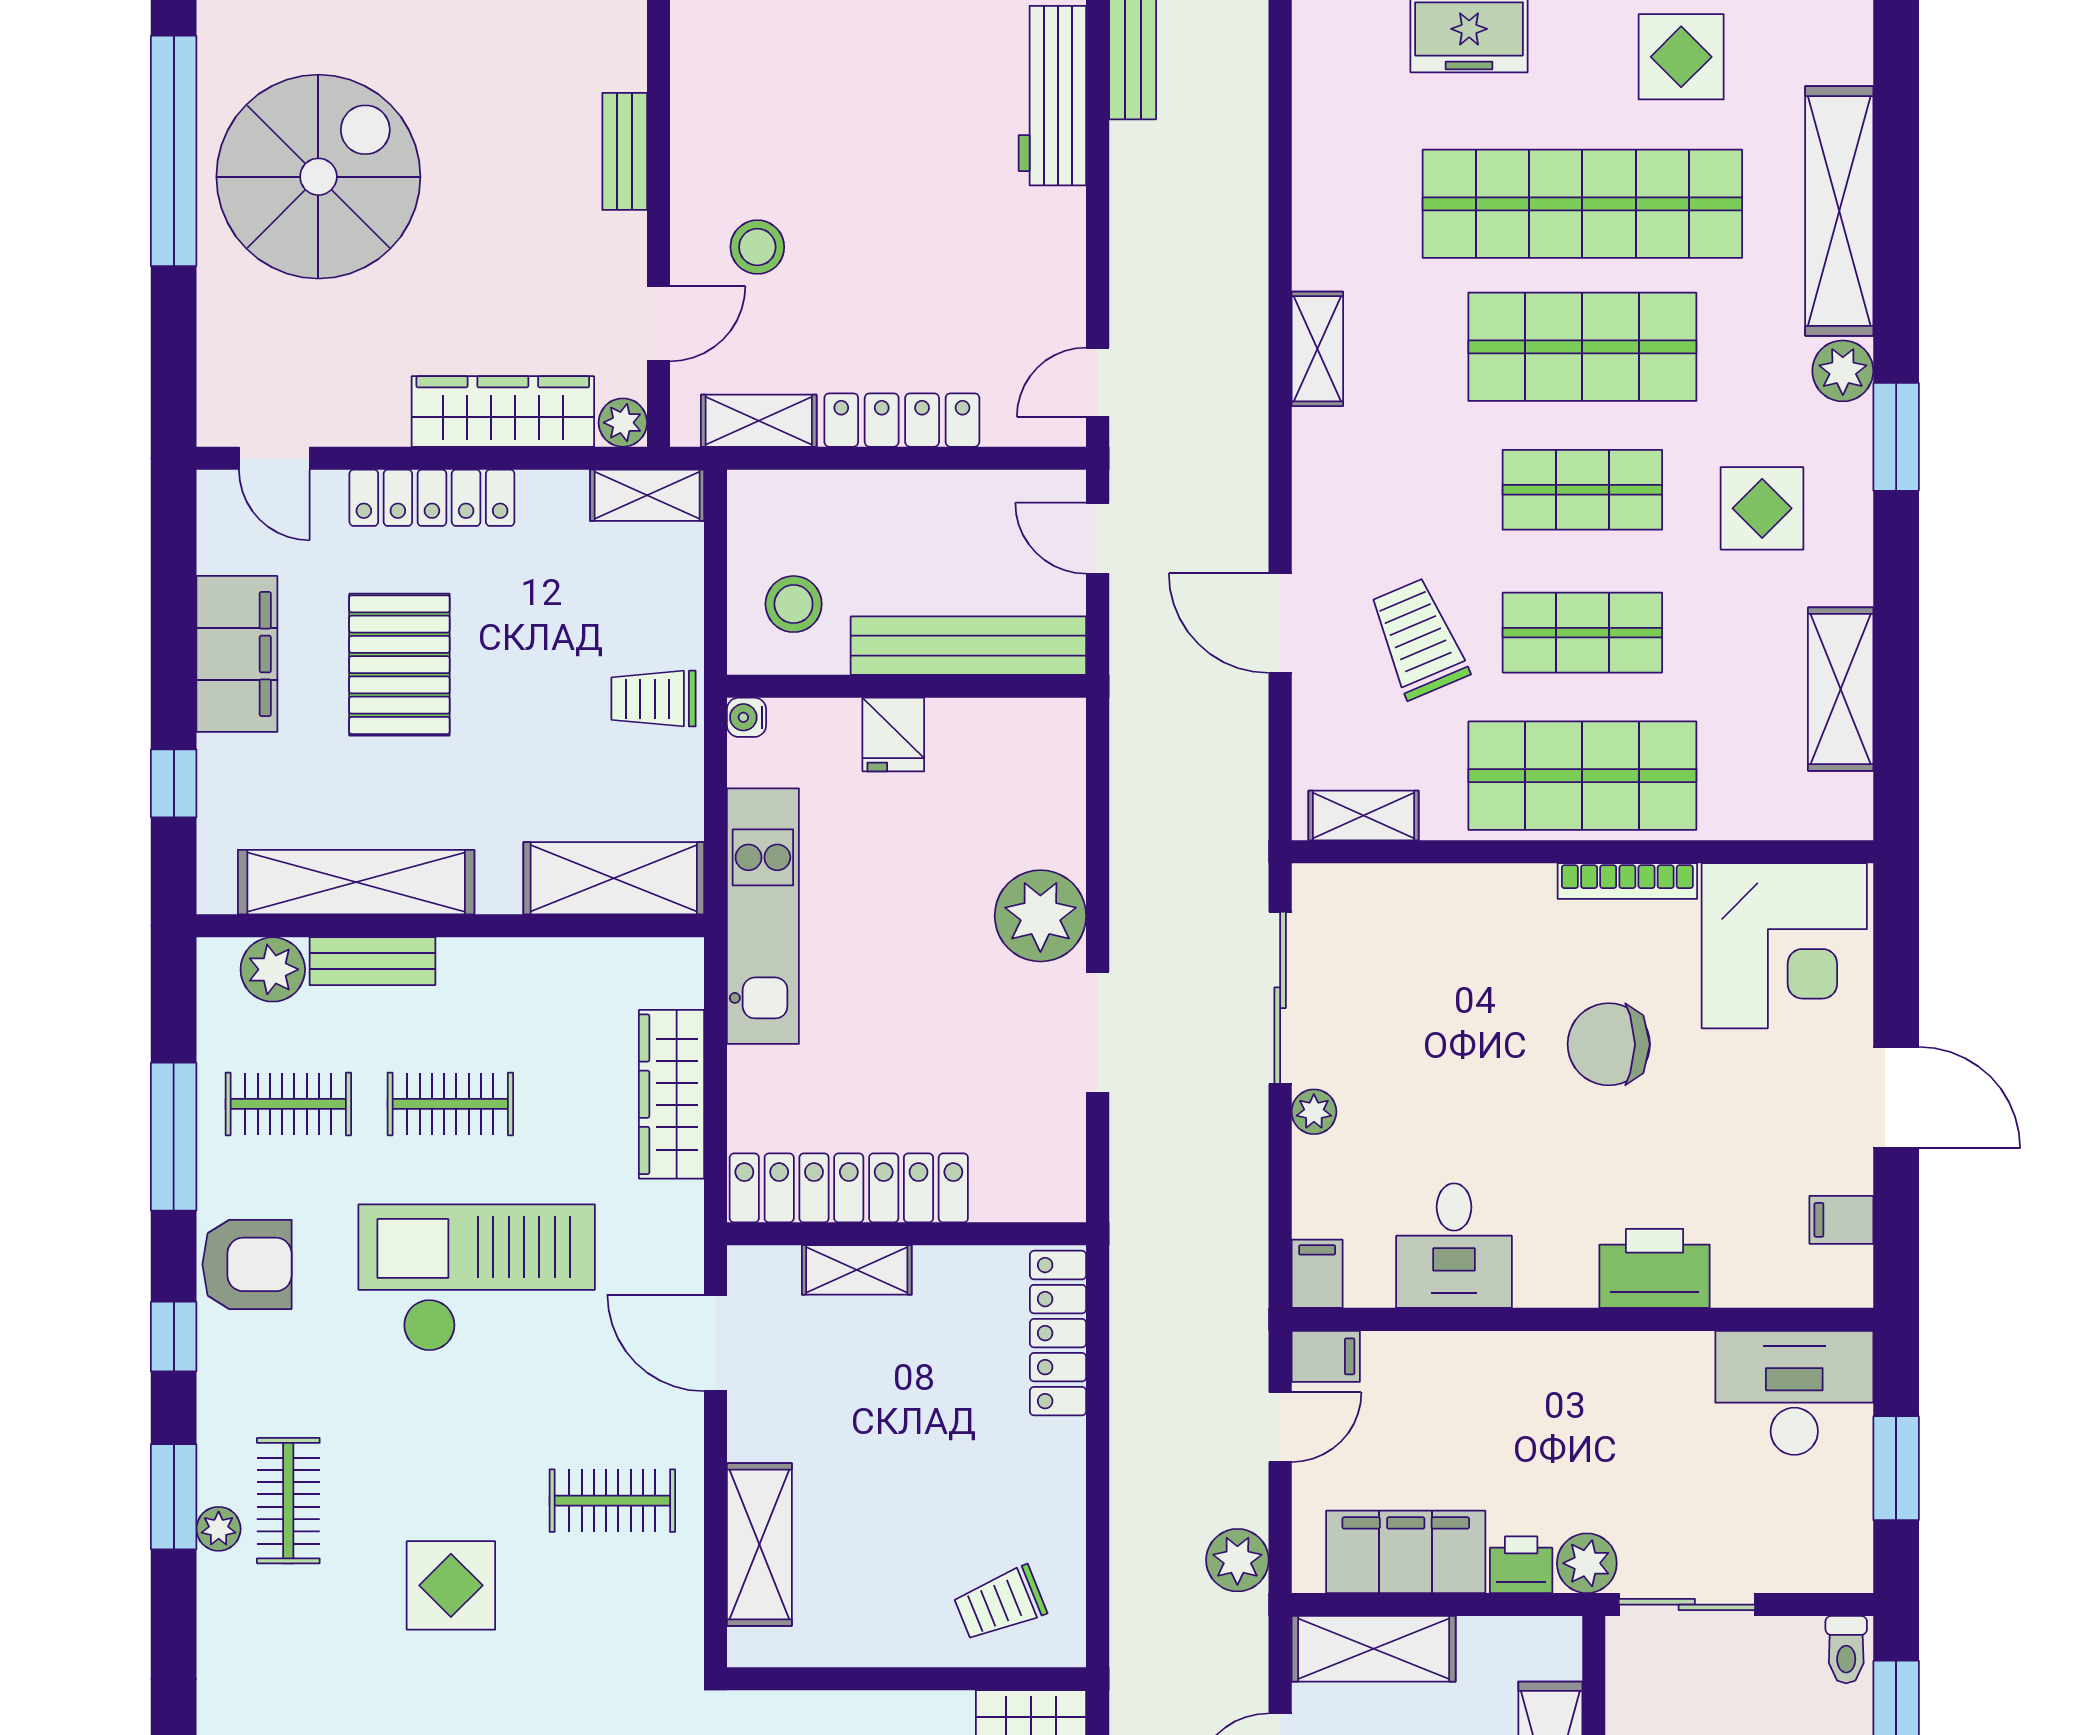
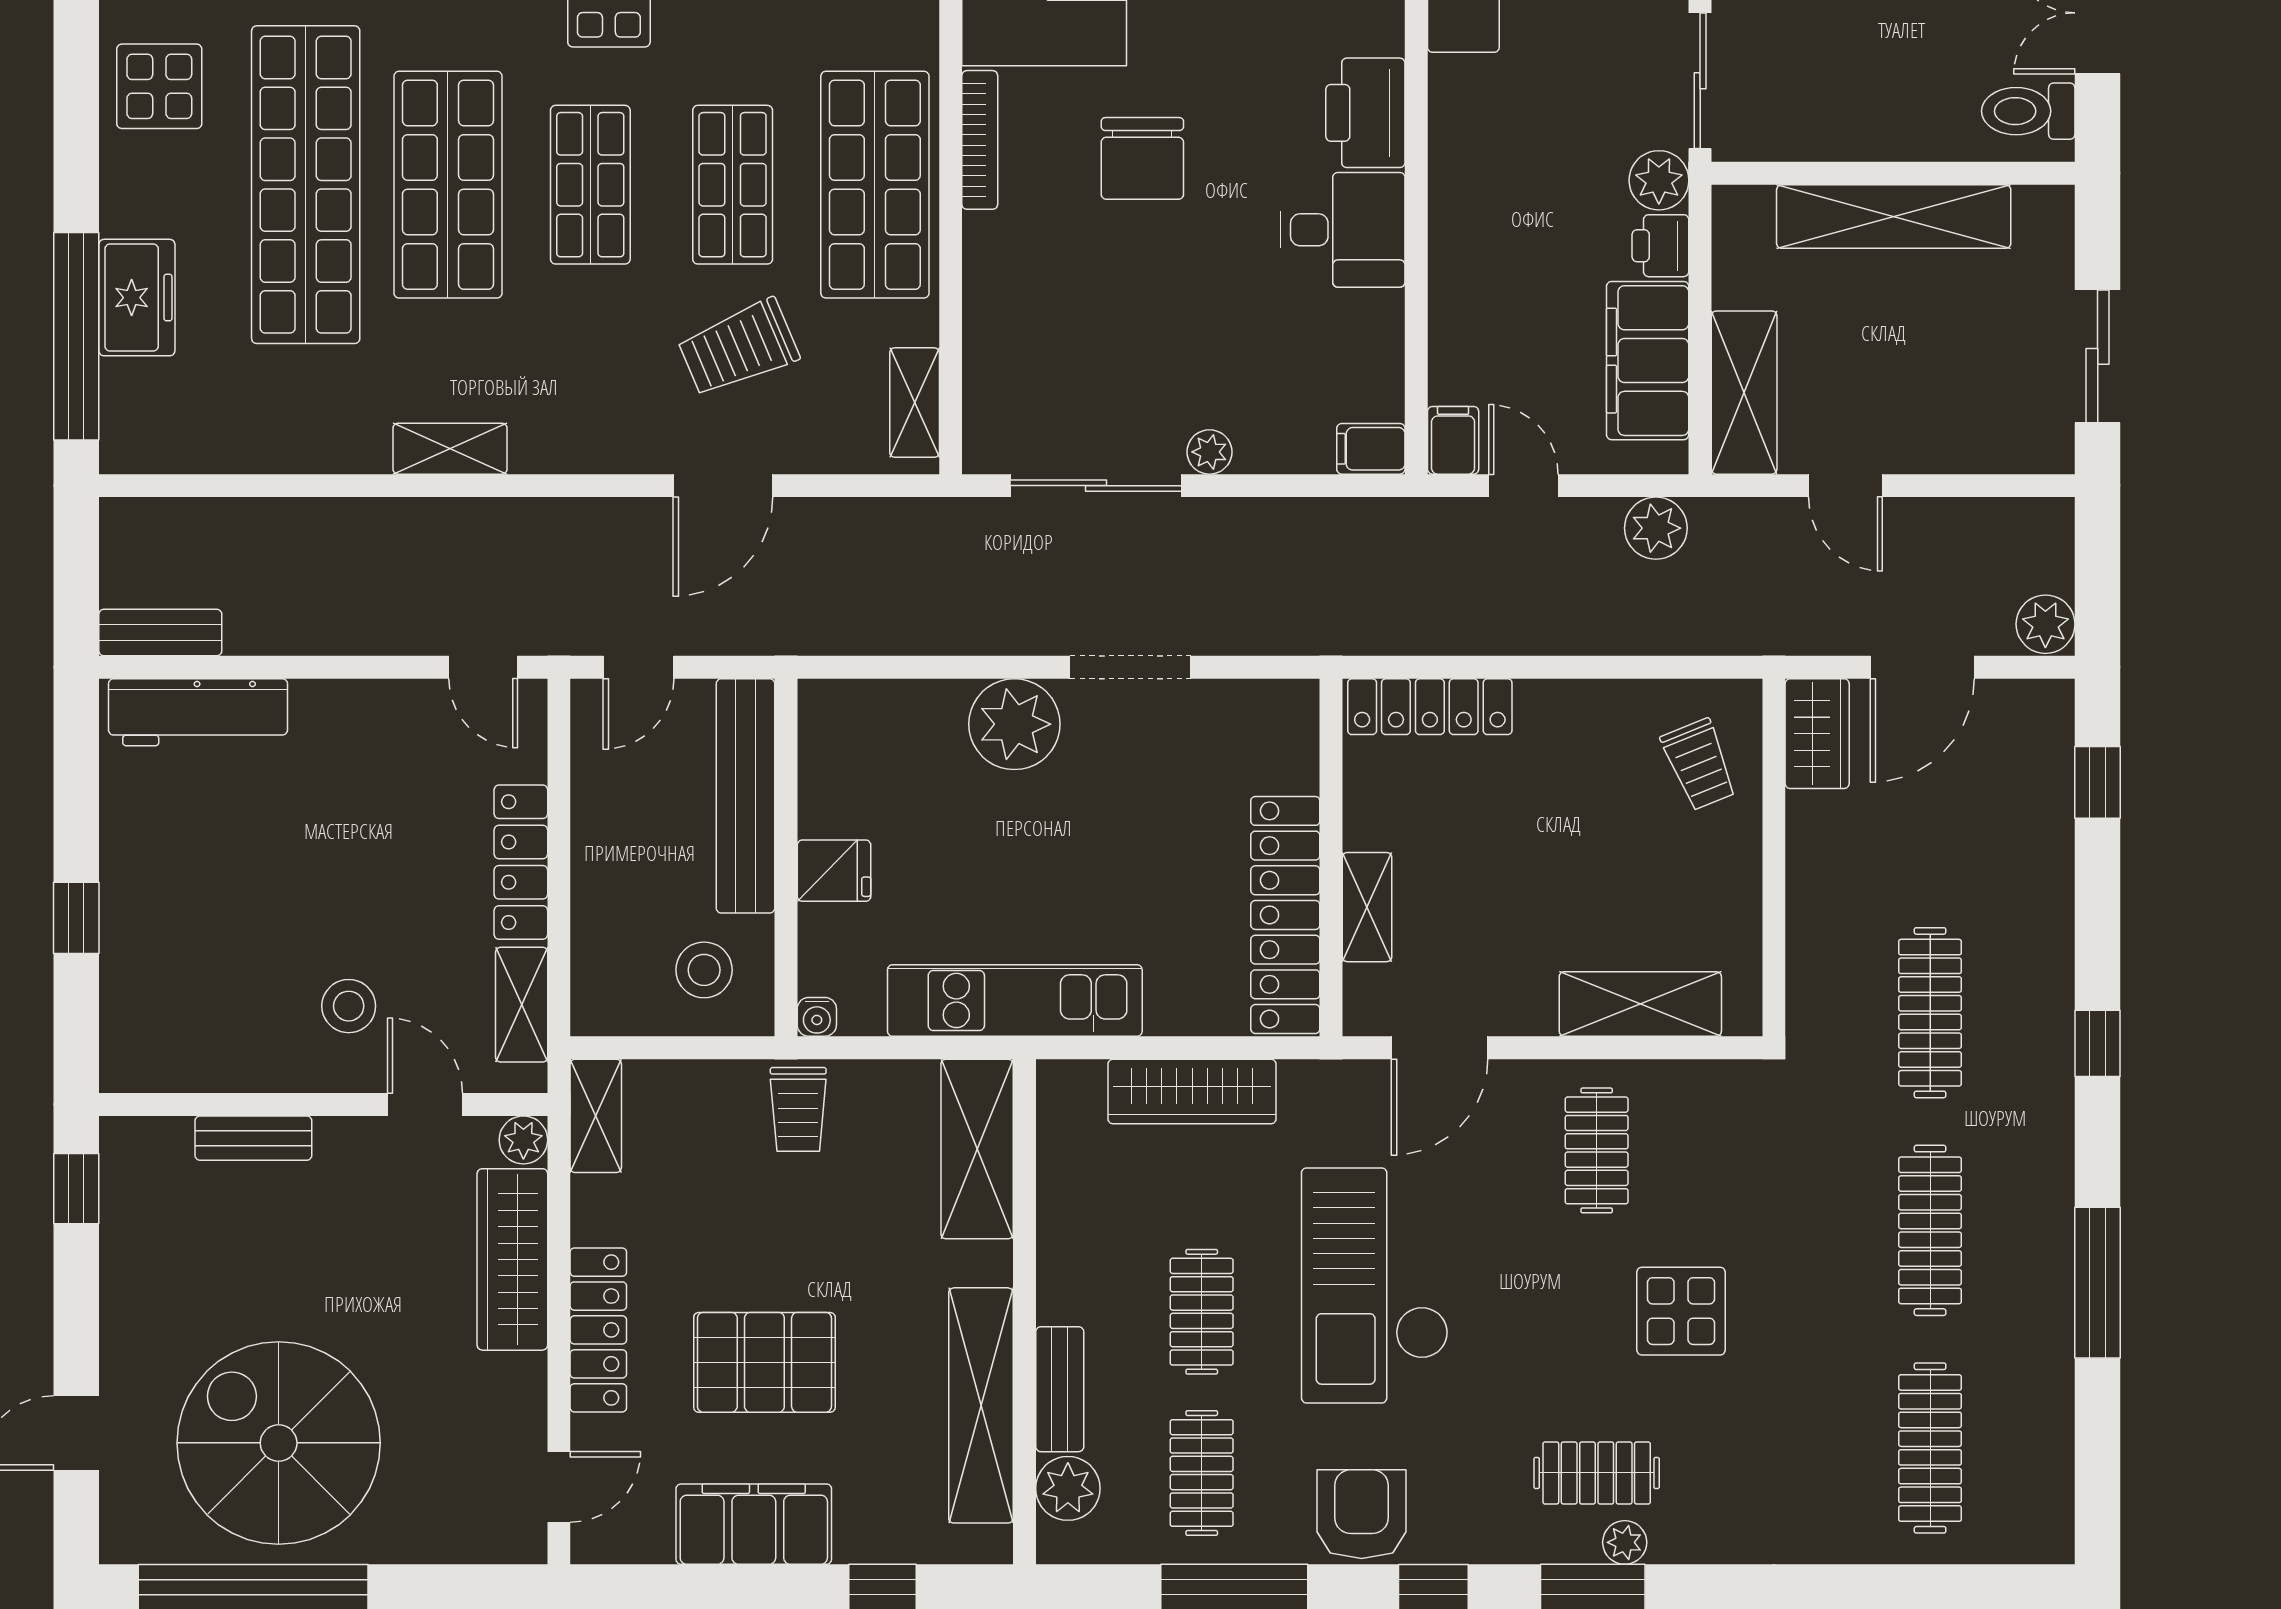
desk: (1454, 1246) -> (1343, 230), moved

